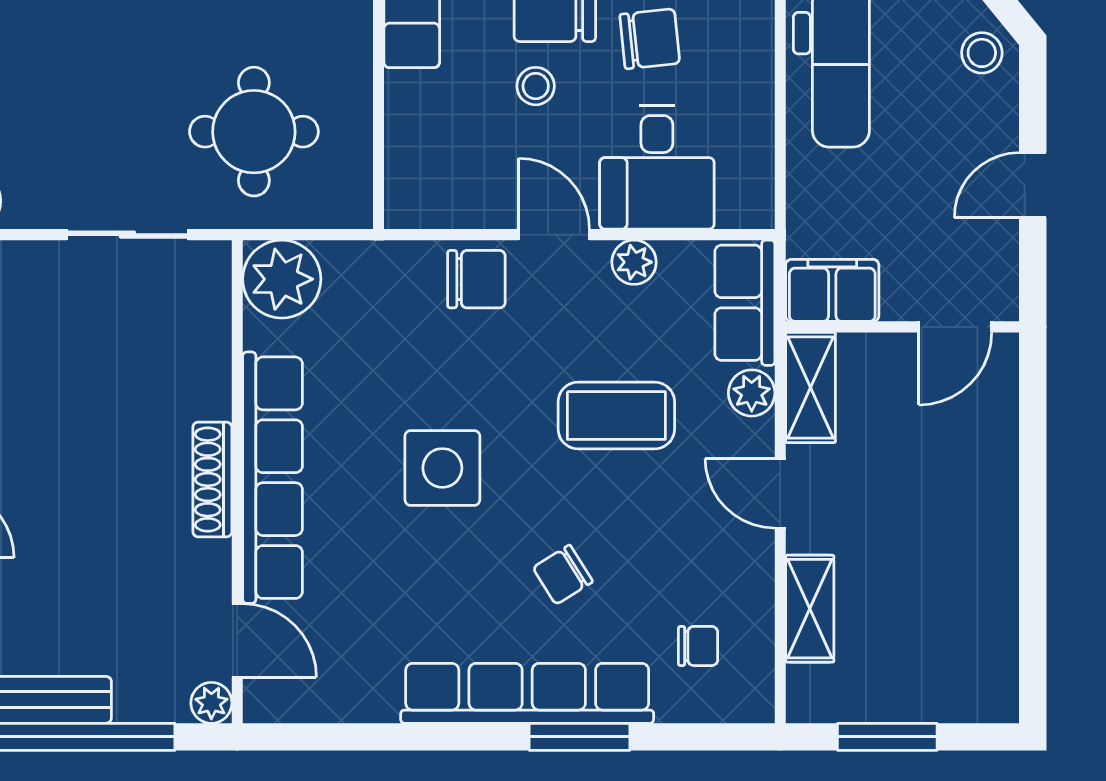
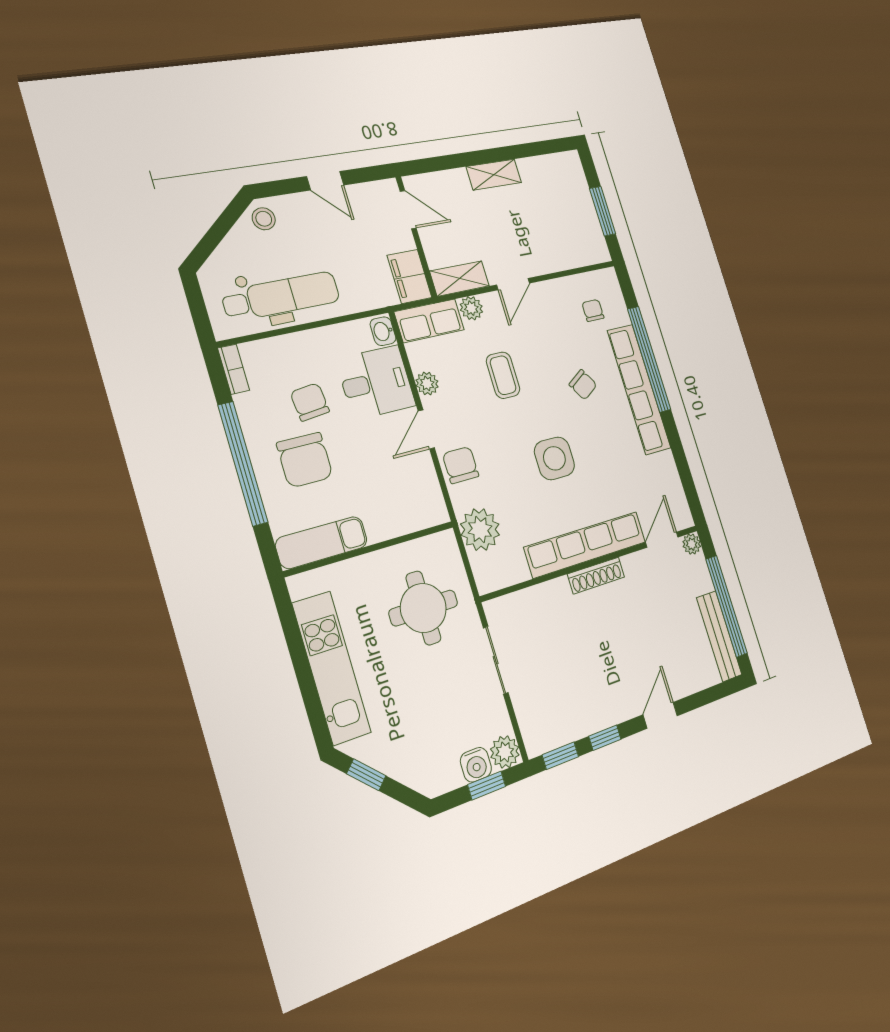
stool: (536, 86) -> (353, 459), removed
washbasin: (744, 209) -> (383, 331), added
plant: (282, 279) -> (480, 530), moved
coffee table: (616, 415) -> (503, 375), width x0.73, depth x0.77
shelving: (810, 609) -> (494, 175), moved
window: (579, 737) -> (649, 359), width x2.11

